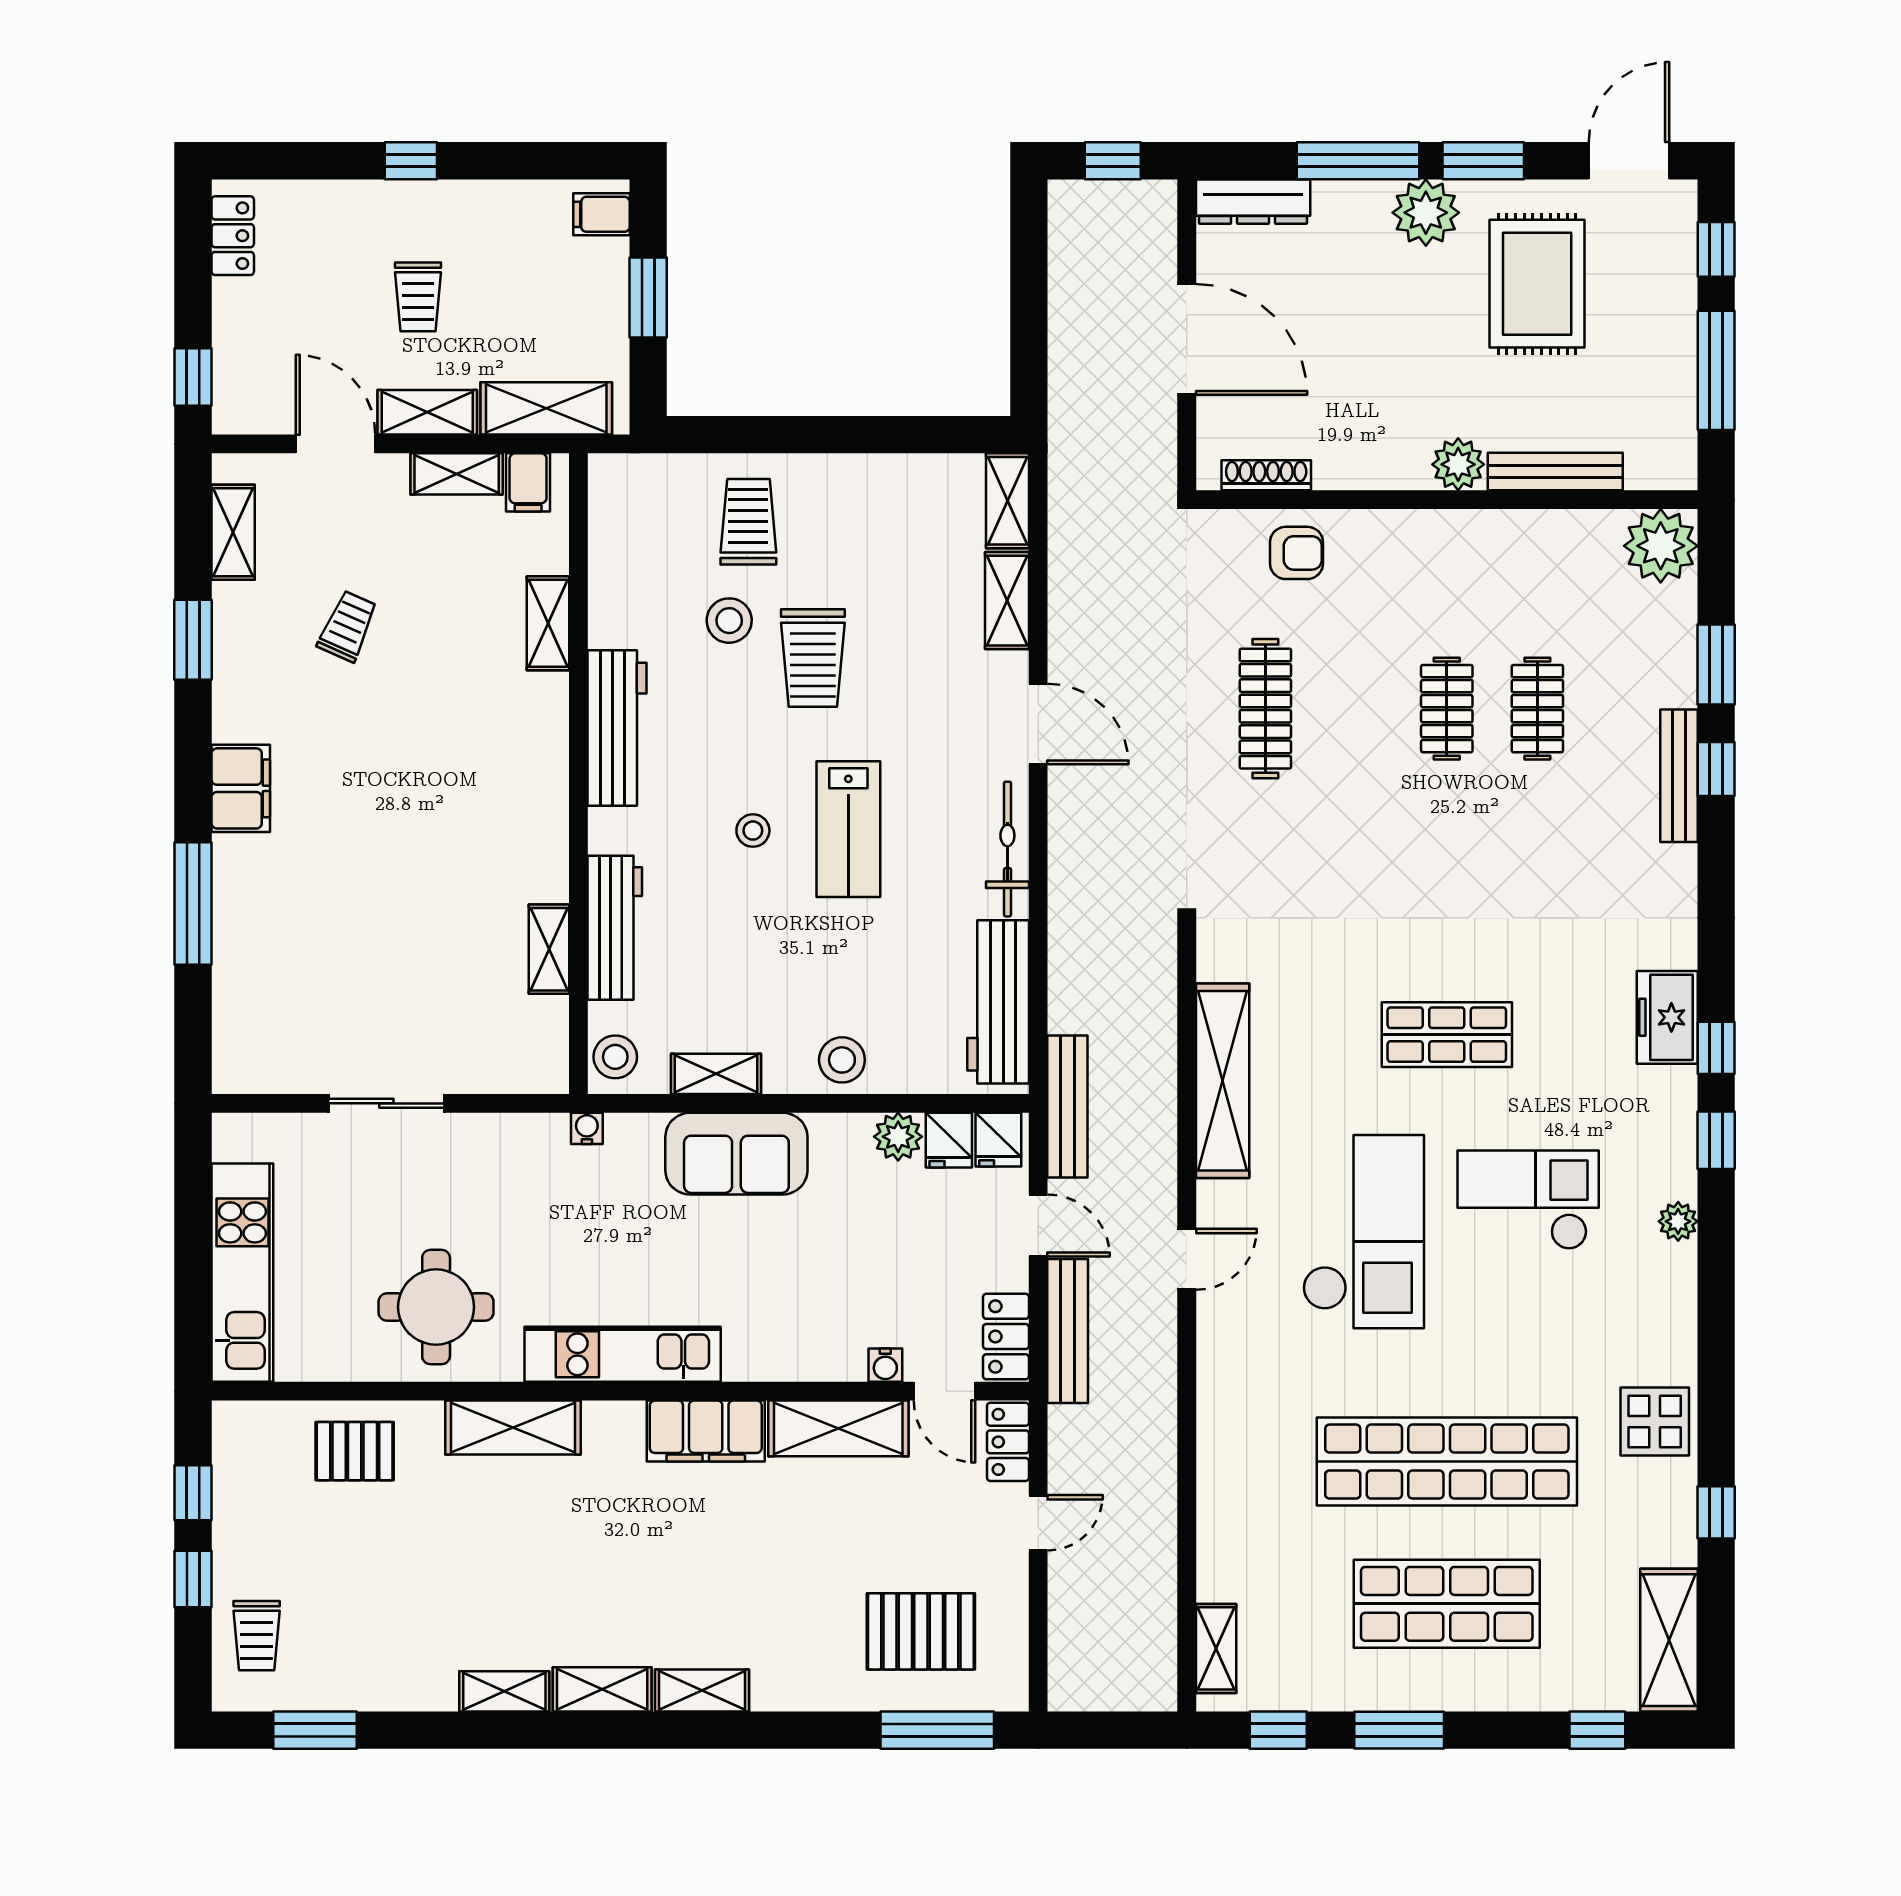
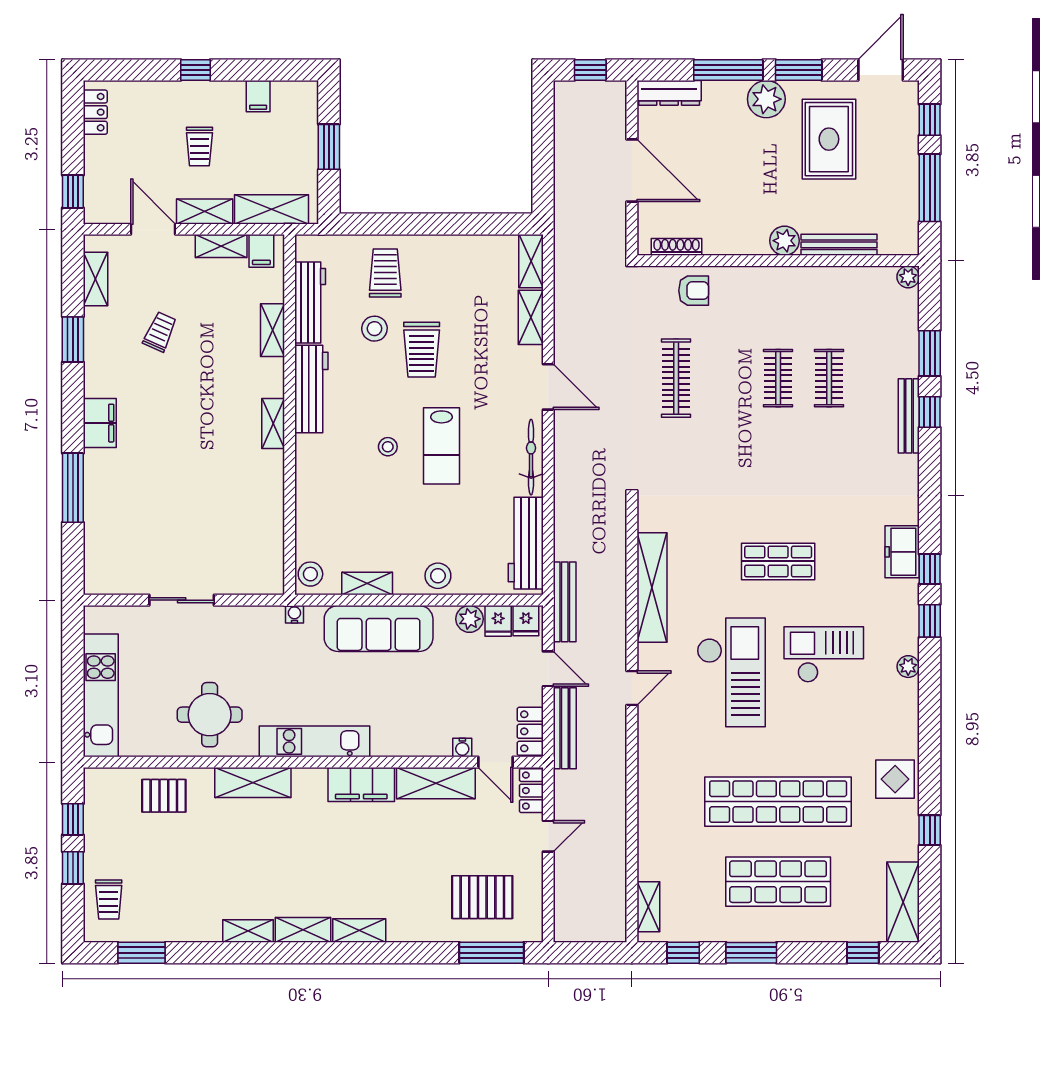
filing cabinet: (601, 214) -> (258, 96), moved, turned -90
plant: (1661, 546) -> (908, 277), width x0.53, depth x0.53
workbench: (615, 928) -> (310, 303), moved
shelving: (549, 949) -> (273, 423), moved
sofa: (736, 1154) -> (379, 628), width x1.36

